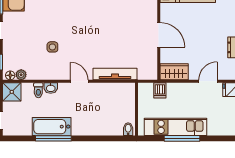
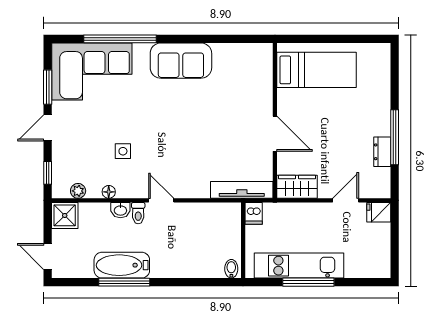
tv unit: (115, 74) -> (242, 190), moved
floor lamp: (10, 75) -> (109, 192), moved
toilet: (38, 90) -> (138, 213), moved
dishwasher: (160, 90) -> (254, 213), moved

